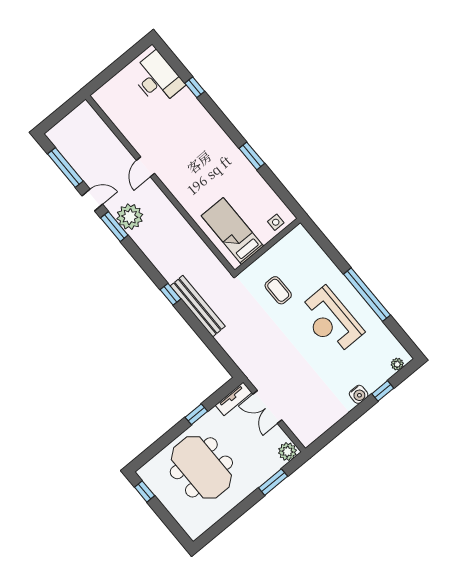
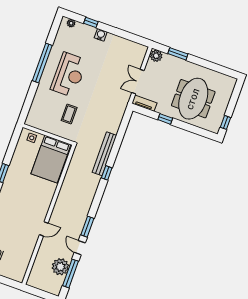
plant: (130, 217) -> (60, 267), moved
bed: (232, 231) -> (51, 159), width x1.50
double door: (267, 407) -> (138, 82), swing flipped

